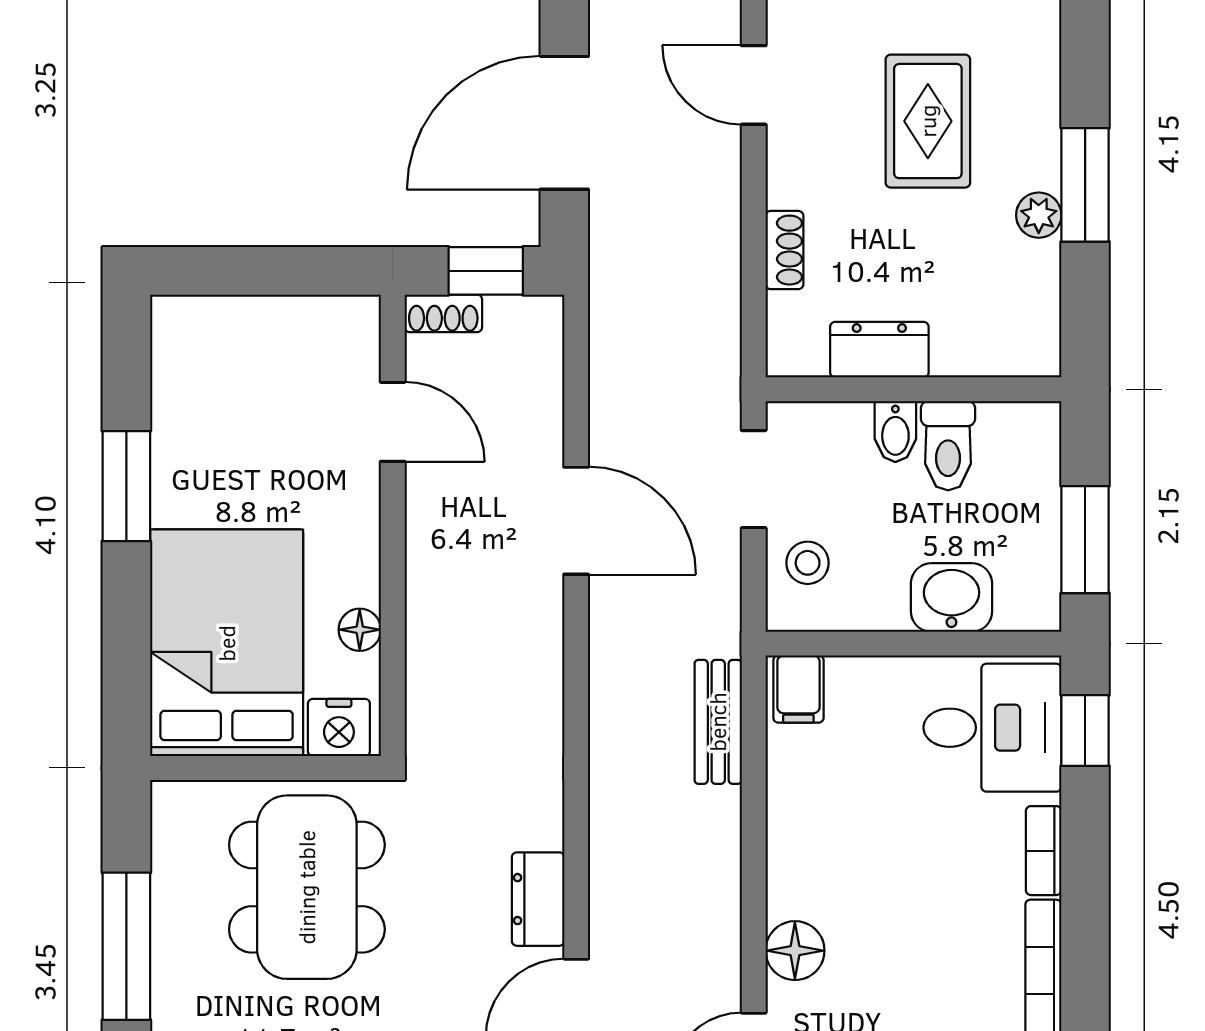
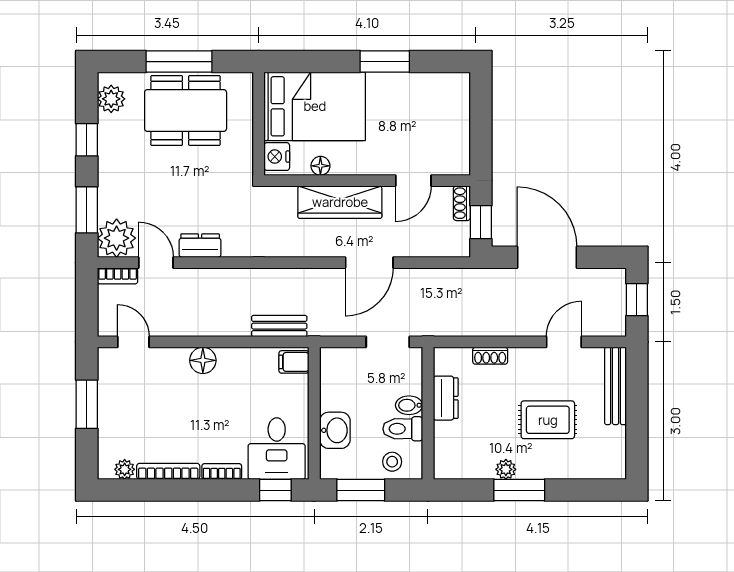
stool: (808, 563) -> (392, 462), moved
wardrobe: (441, 586) -> (340, 202), added
dining table: (307, 887) -> (186, 111), moved
floor lamp: (795, 951) -> (203, 360), moved

